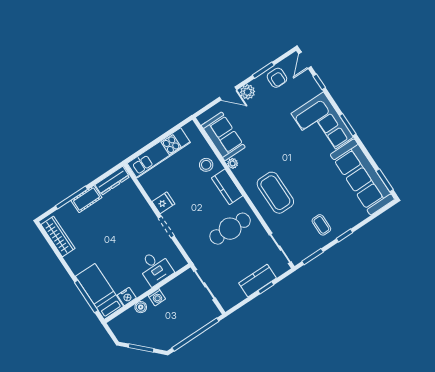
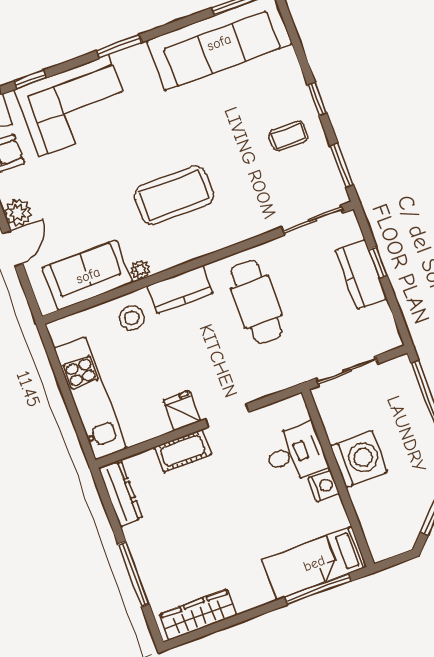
corner sofa: (322, 125) -> (74, 106), moved
coffee table: (275, 193) -> (174, 195), moved
cot: (86, 199) -> (183, 451), moved, turned 90
nightstand: (127, 297) -> (324, 486), moved
washing machine: (157, 297) -> (359, 459), width x1.89, depth x1.89
boiler: (141, 307) -> (360, 496), removed

